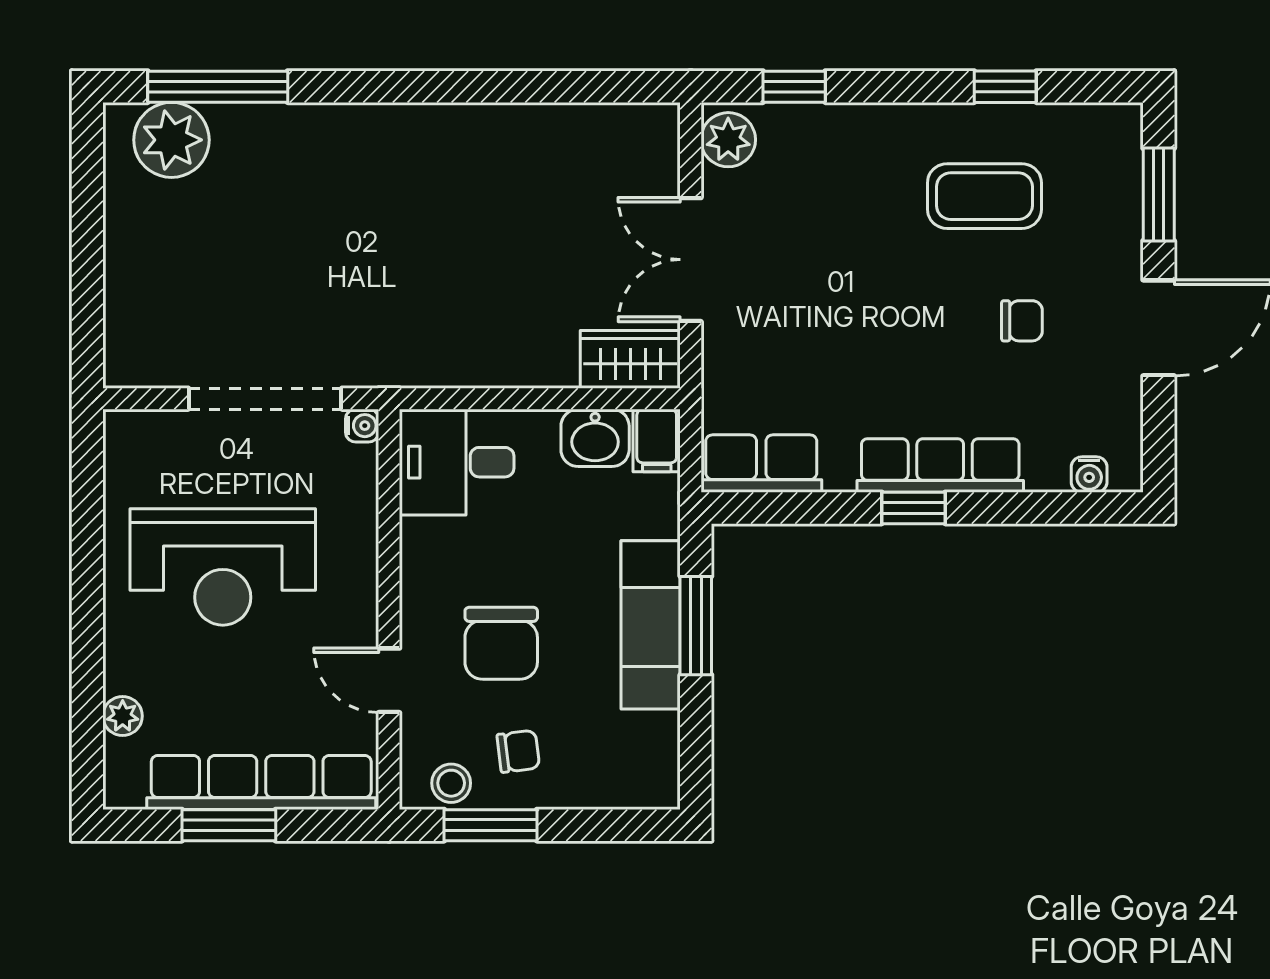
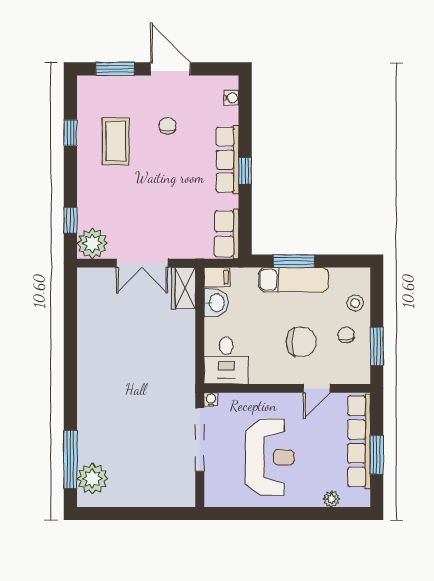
plant: (728, 140) -> (92, 243), width x1.36, depth x1.36
stool: (451, 783) -> (355, 303), moved

